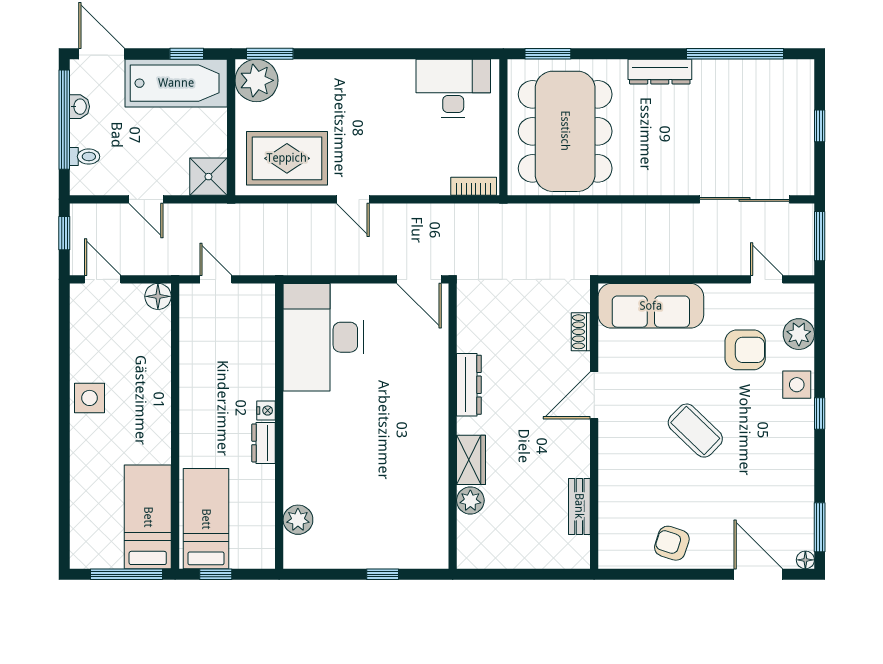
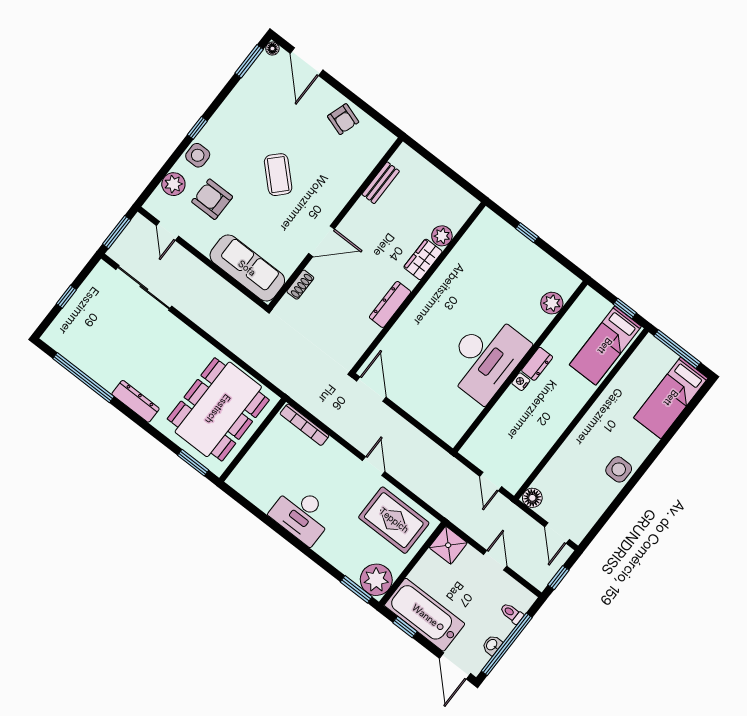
desk: (453, 88) -> (302, 515), moved
bookcase: (474, 186) -> (304, 425), width x1.56
desk: (324, 337) -> (486, 358), moved
bed: (148, 517) -> (671, 398), moved

